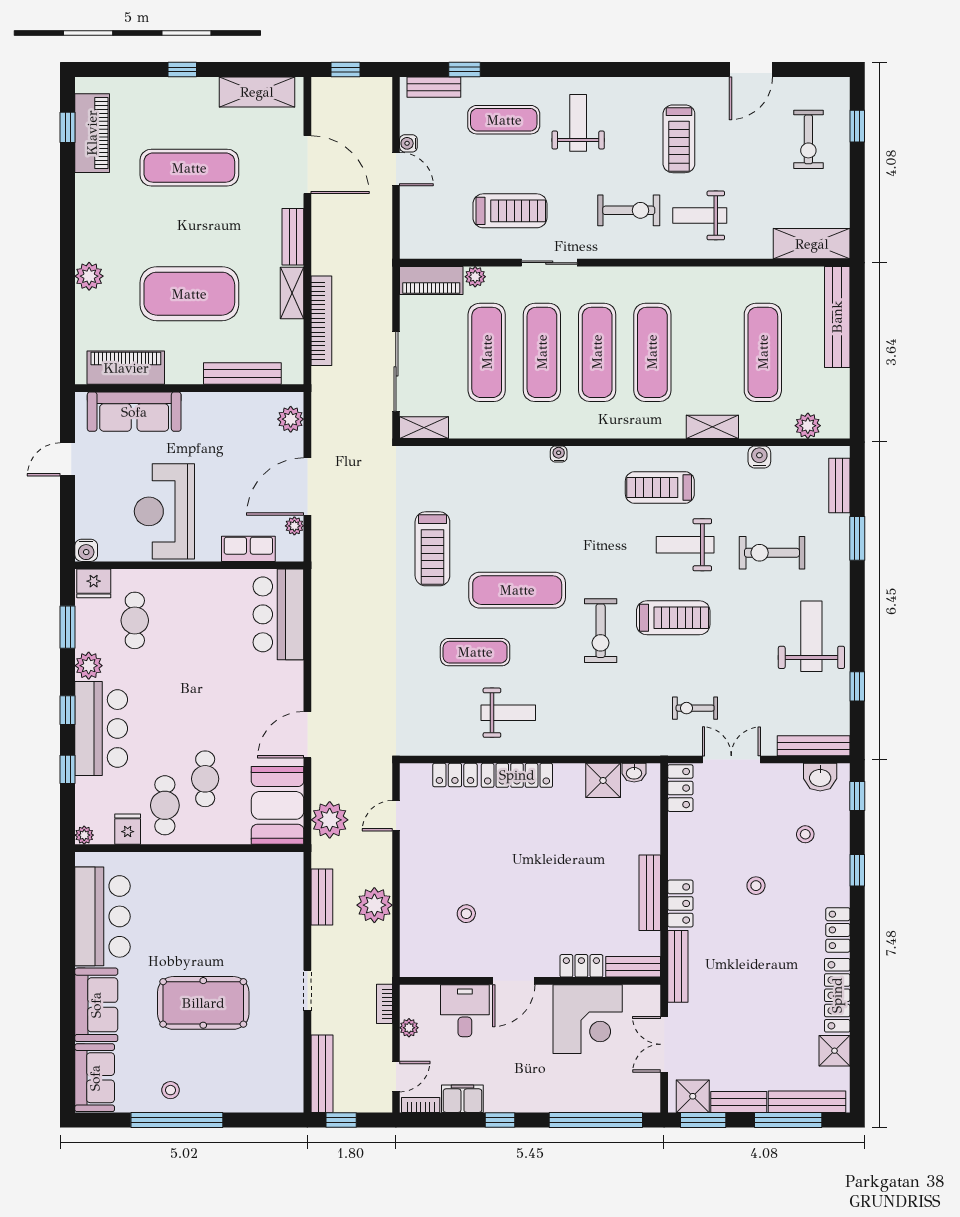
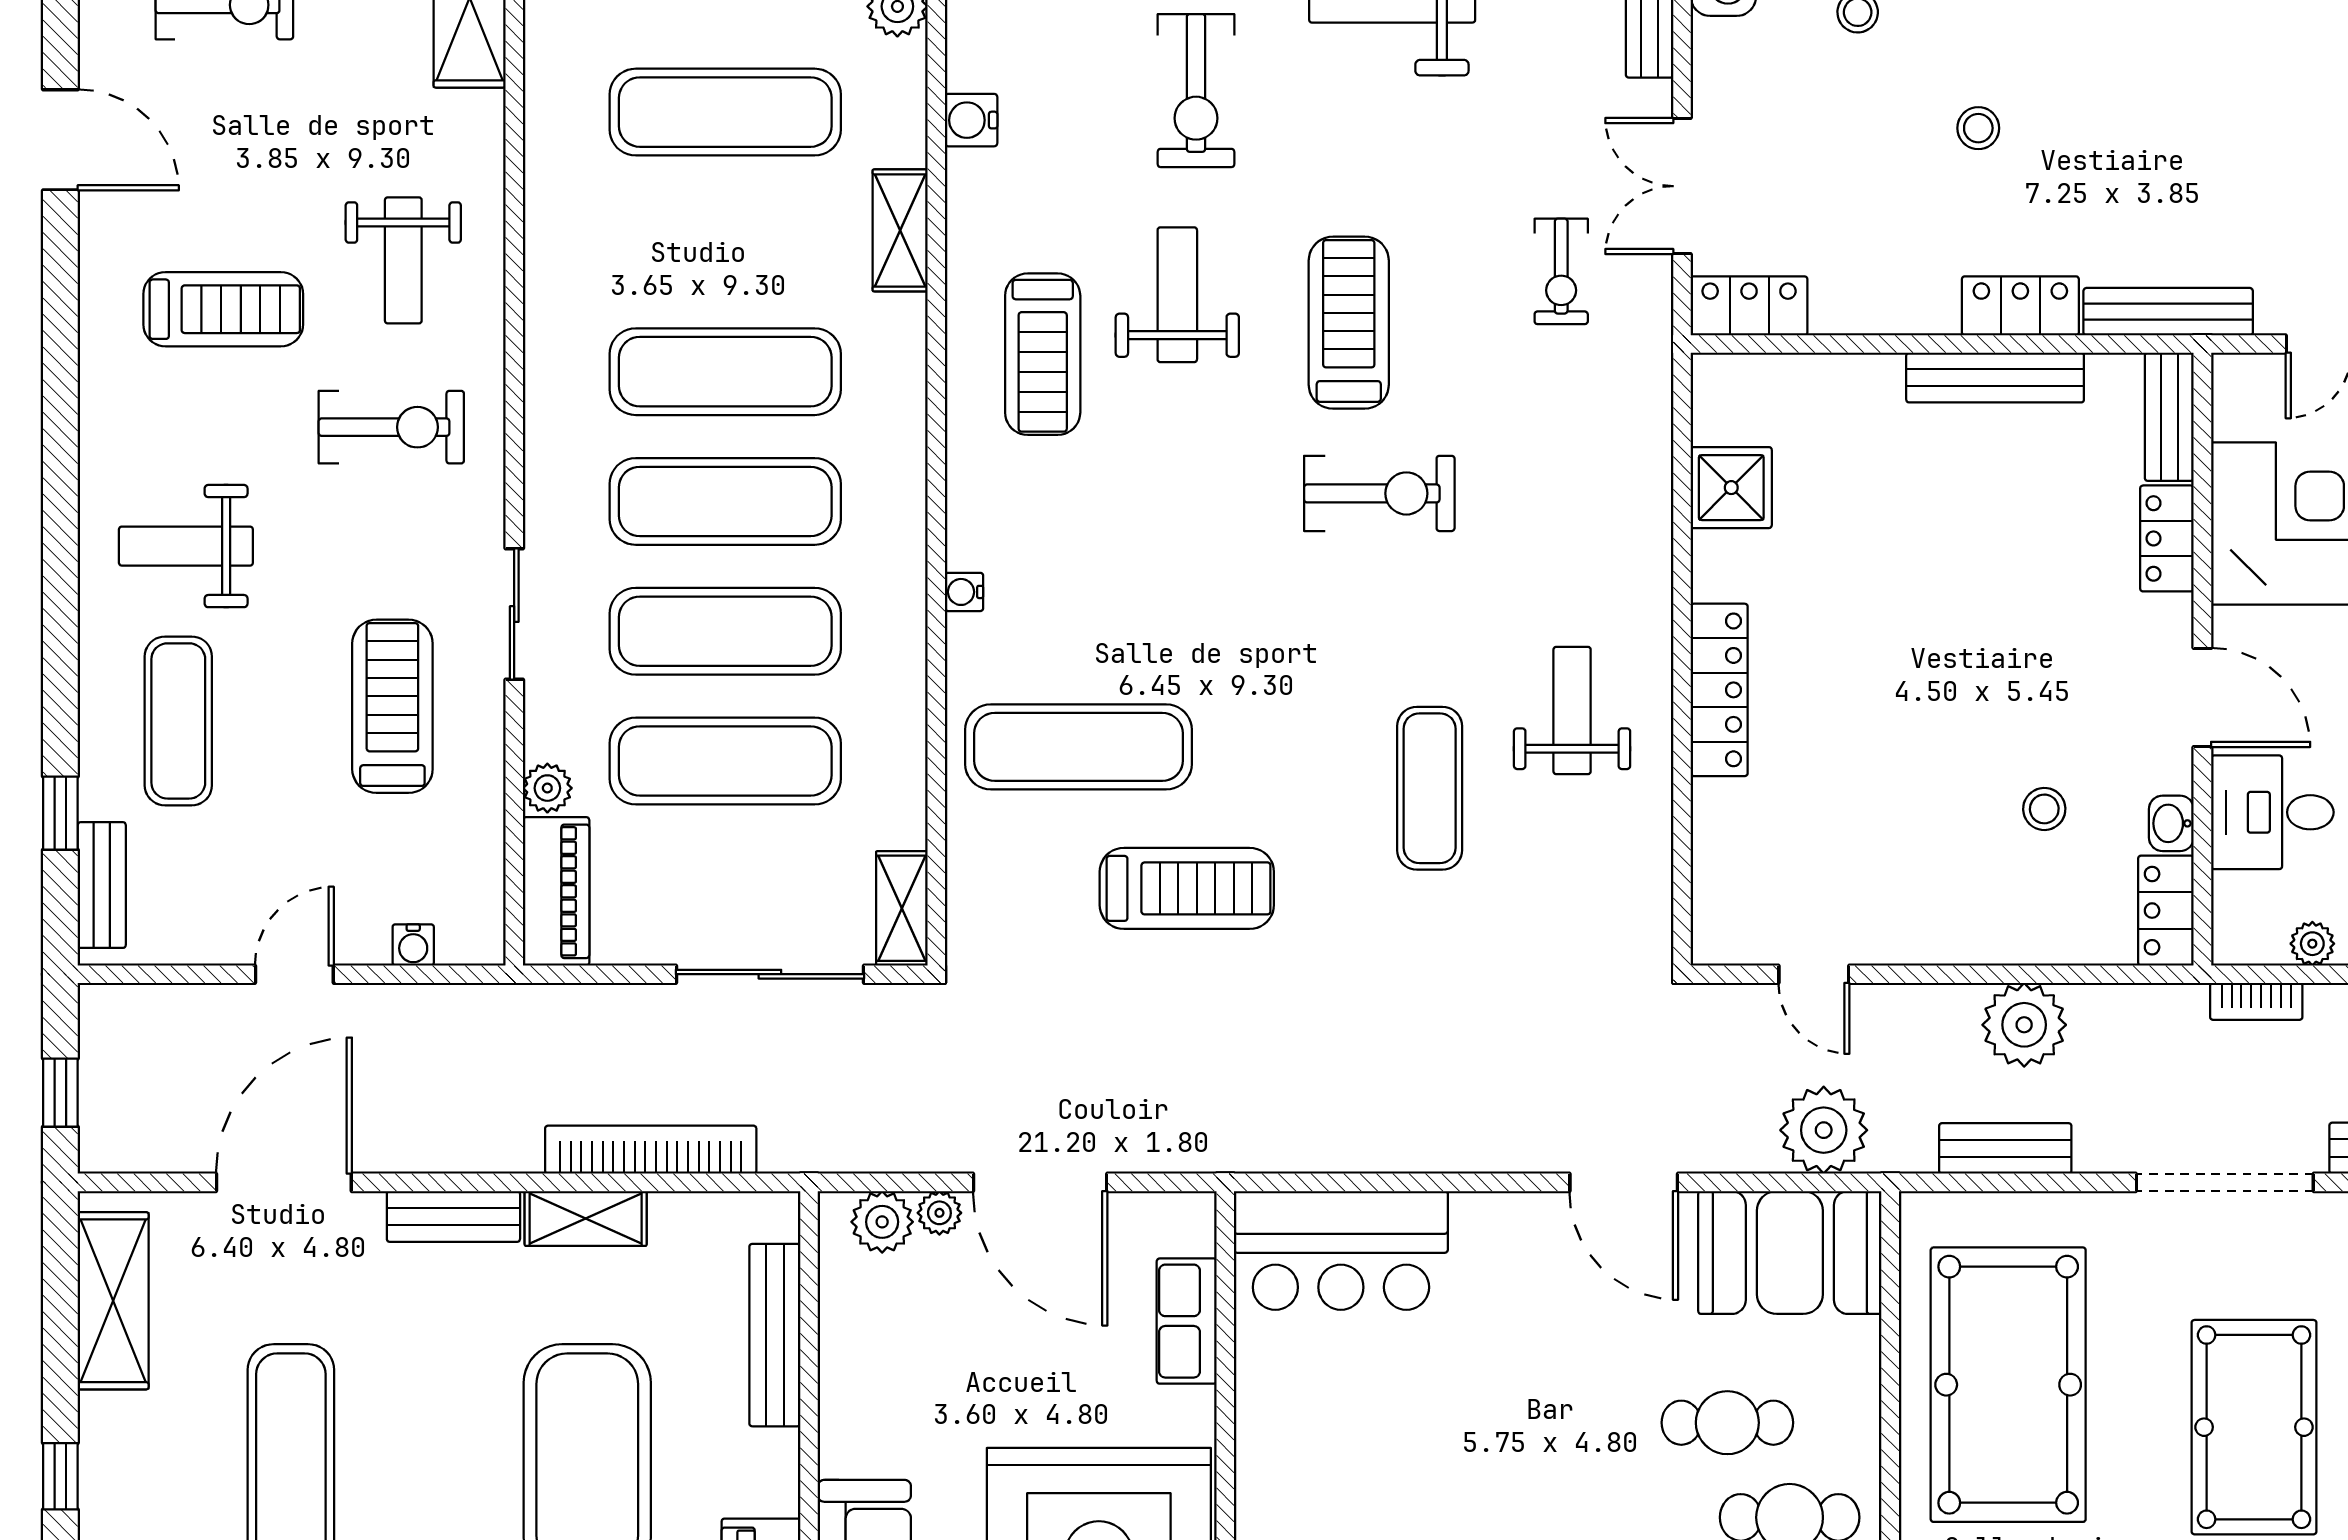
water cooler: (408, 143) -> (413, 945), moved
exercise bike: (629, 210) -> (391, 427), turned 90
plant: (294, 526) -> (939, 1213), moved
weight bench: (685, 545) -> (1177, 295), turned 180
exercise mat: (517, 590) -> (1079, 747), moved, turned 90
washbasin: (634, 773) -> (2171, 823), moved, turned 180
locker: (455, 775) -> (2166, 911), moved, turned 180
pool table: (221, 898) -> (2008, 1385), added
doorway: (307, 990) -> (2225, 1182), width x1.87

